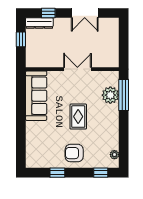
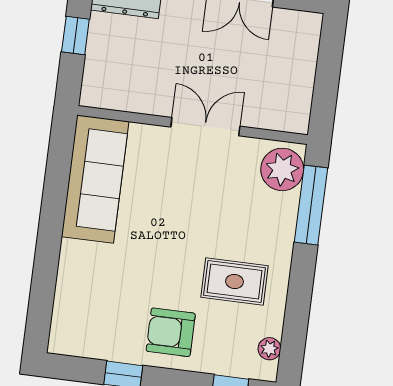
plant: (110, 95) -> (282, 169), moved
rug: (78, 117) -> (235, 282), moved, turned 90

